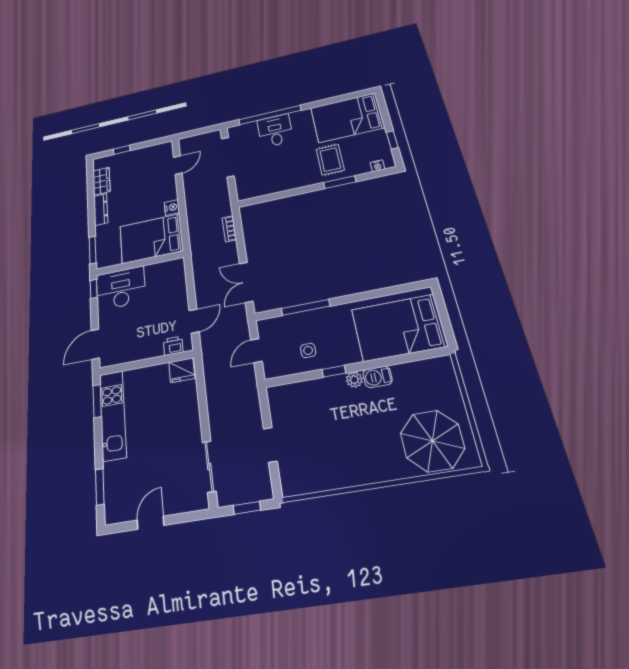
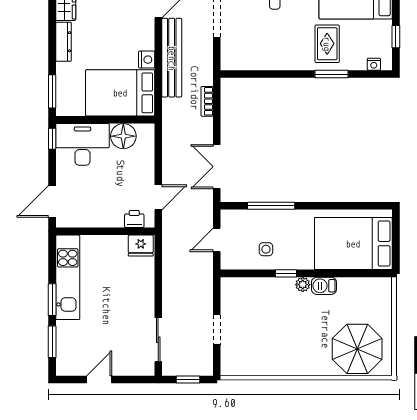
bench: (193, 201) -> (172, 58), added
floor lamp: (157, 274) -> (123, 136), added
window: (97, 401) -> (52, 300), moved

